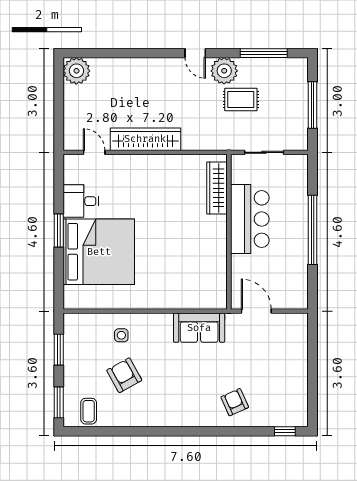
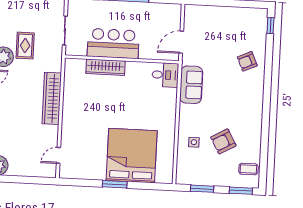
wardrobe: (145, 139) -> (52, 98), moved
wardrobe: (217, 188) -> (105, 67), moved
desk: (81, 201) -> (165, 75), moved, turned -90

